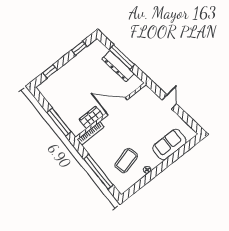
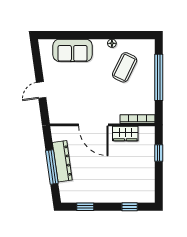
window: (59, 122) -> (159, 153), width x0.46
coffee table: (126, 161) -> (125, 67), turned -49

